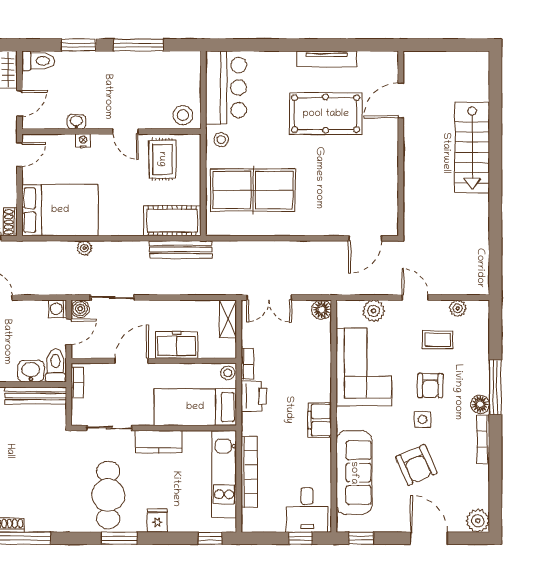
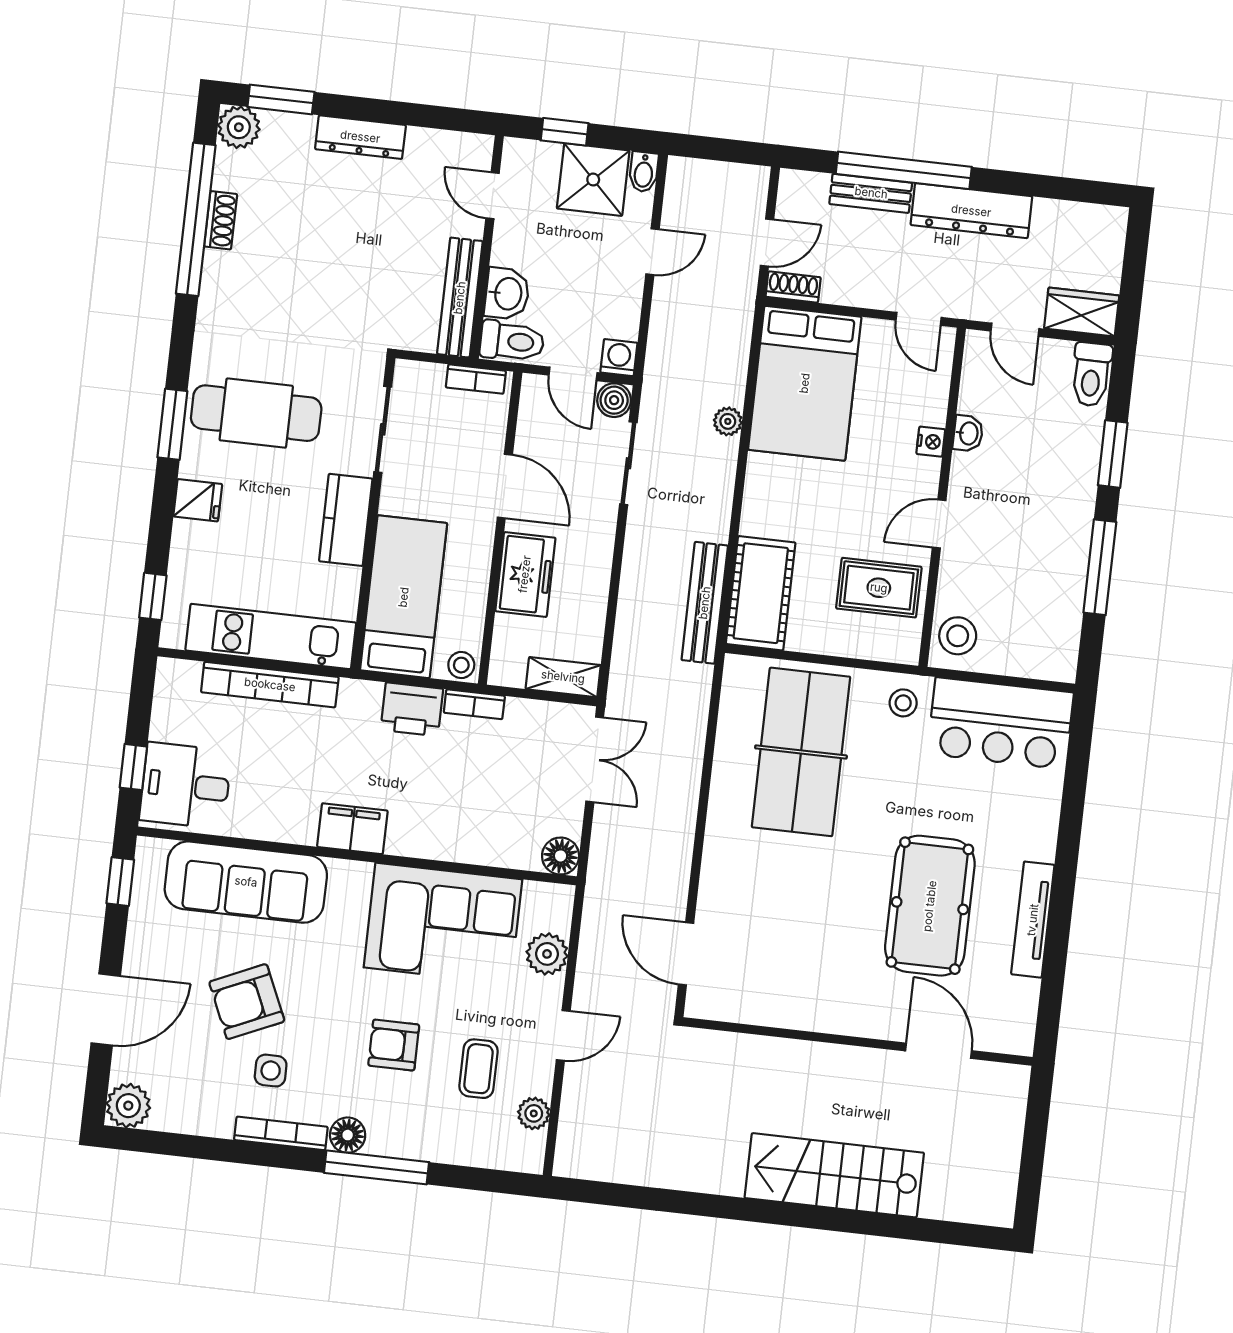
double door: (269, 298) -> (595, 759), swing flipped
side table: (422, 420) -> (271, 1071), moved

